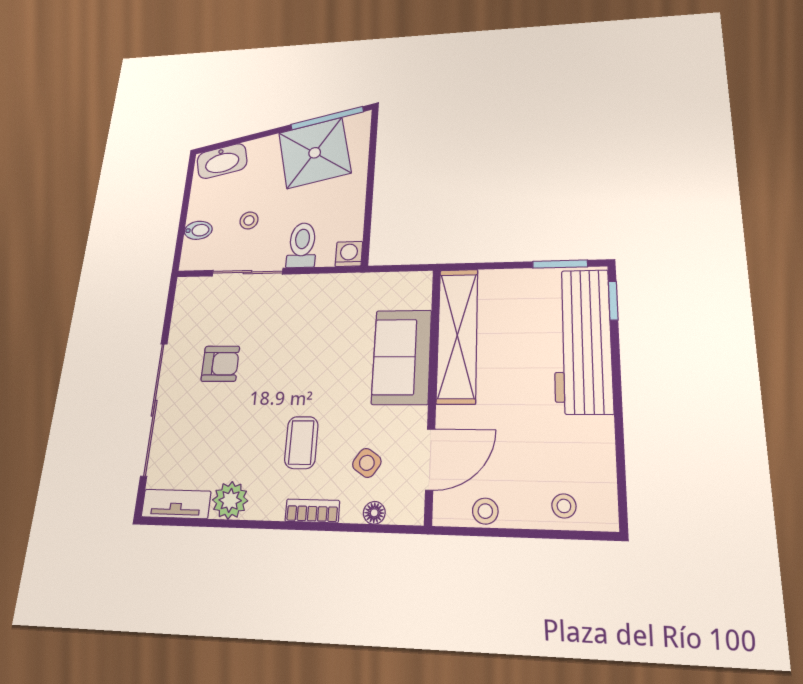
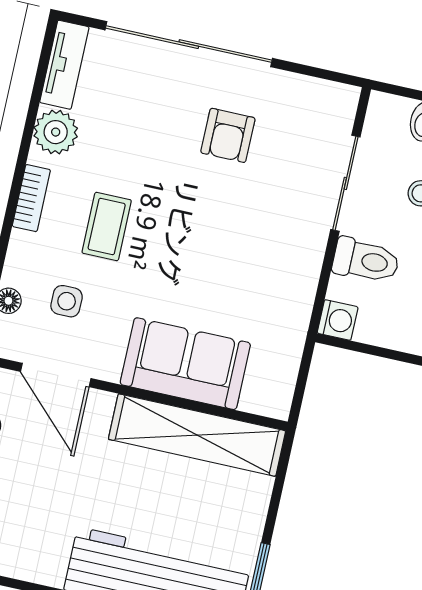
coffee table: (301, 442) -> (107, 226), turned 90
side table: (367, 463) -> (67, 301), turned -34
bookcase: (312, 511) -> (31, 198), moved

